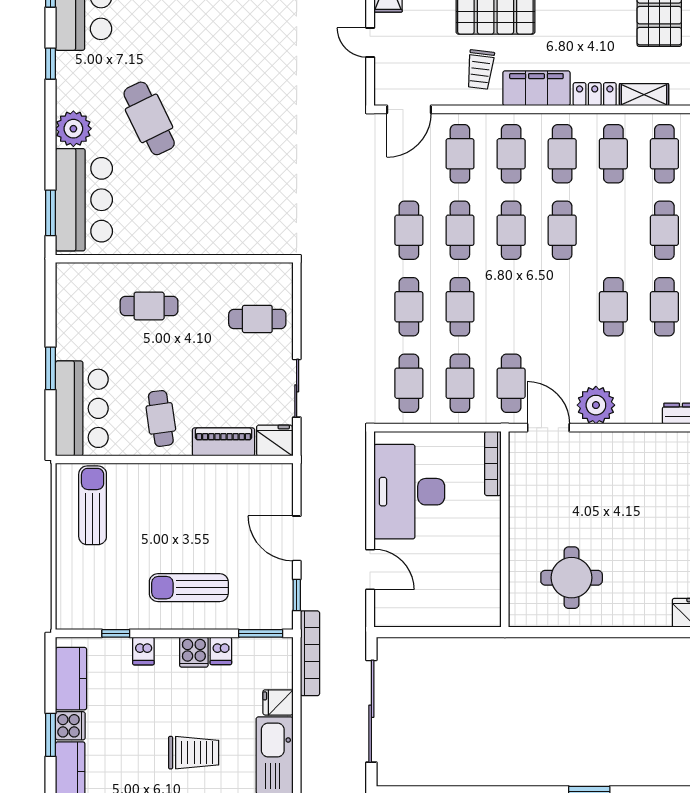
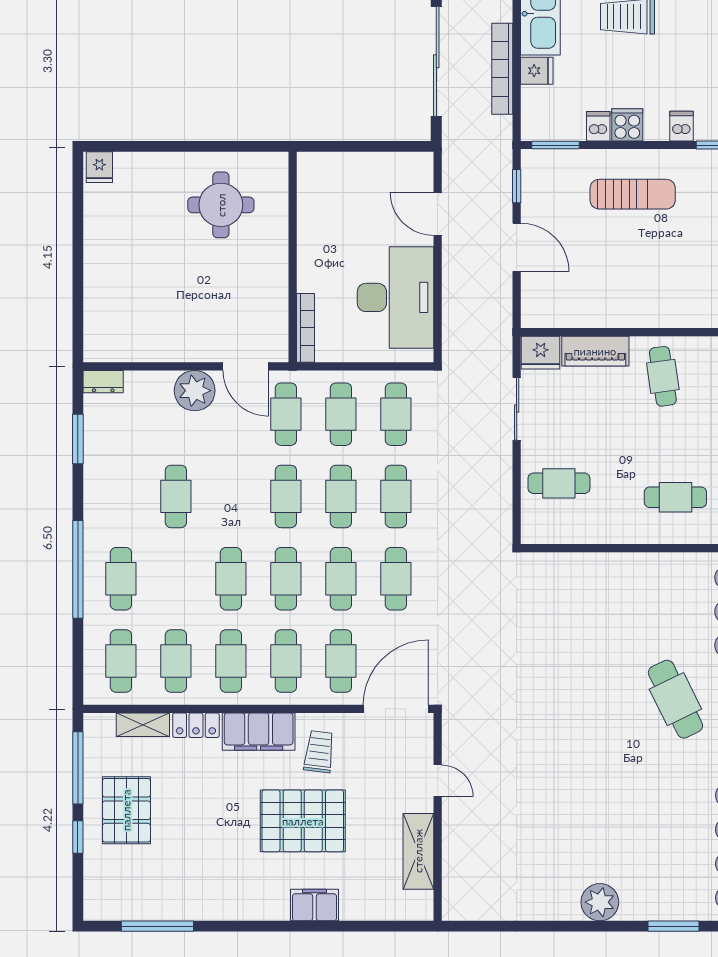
door: (409, 109) -> (396, 709), width x1.36
cafe table: (664, 307) -> (286, 496), moved
bookcase: (310, 653) -> (502, 69), moved

